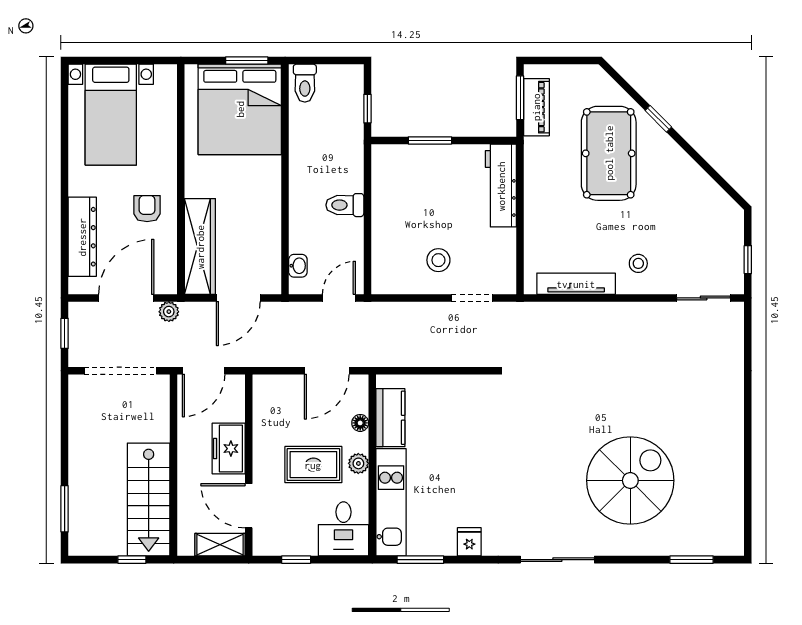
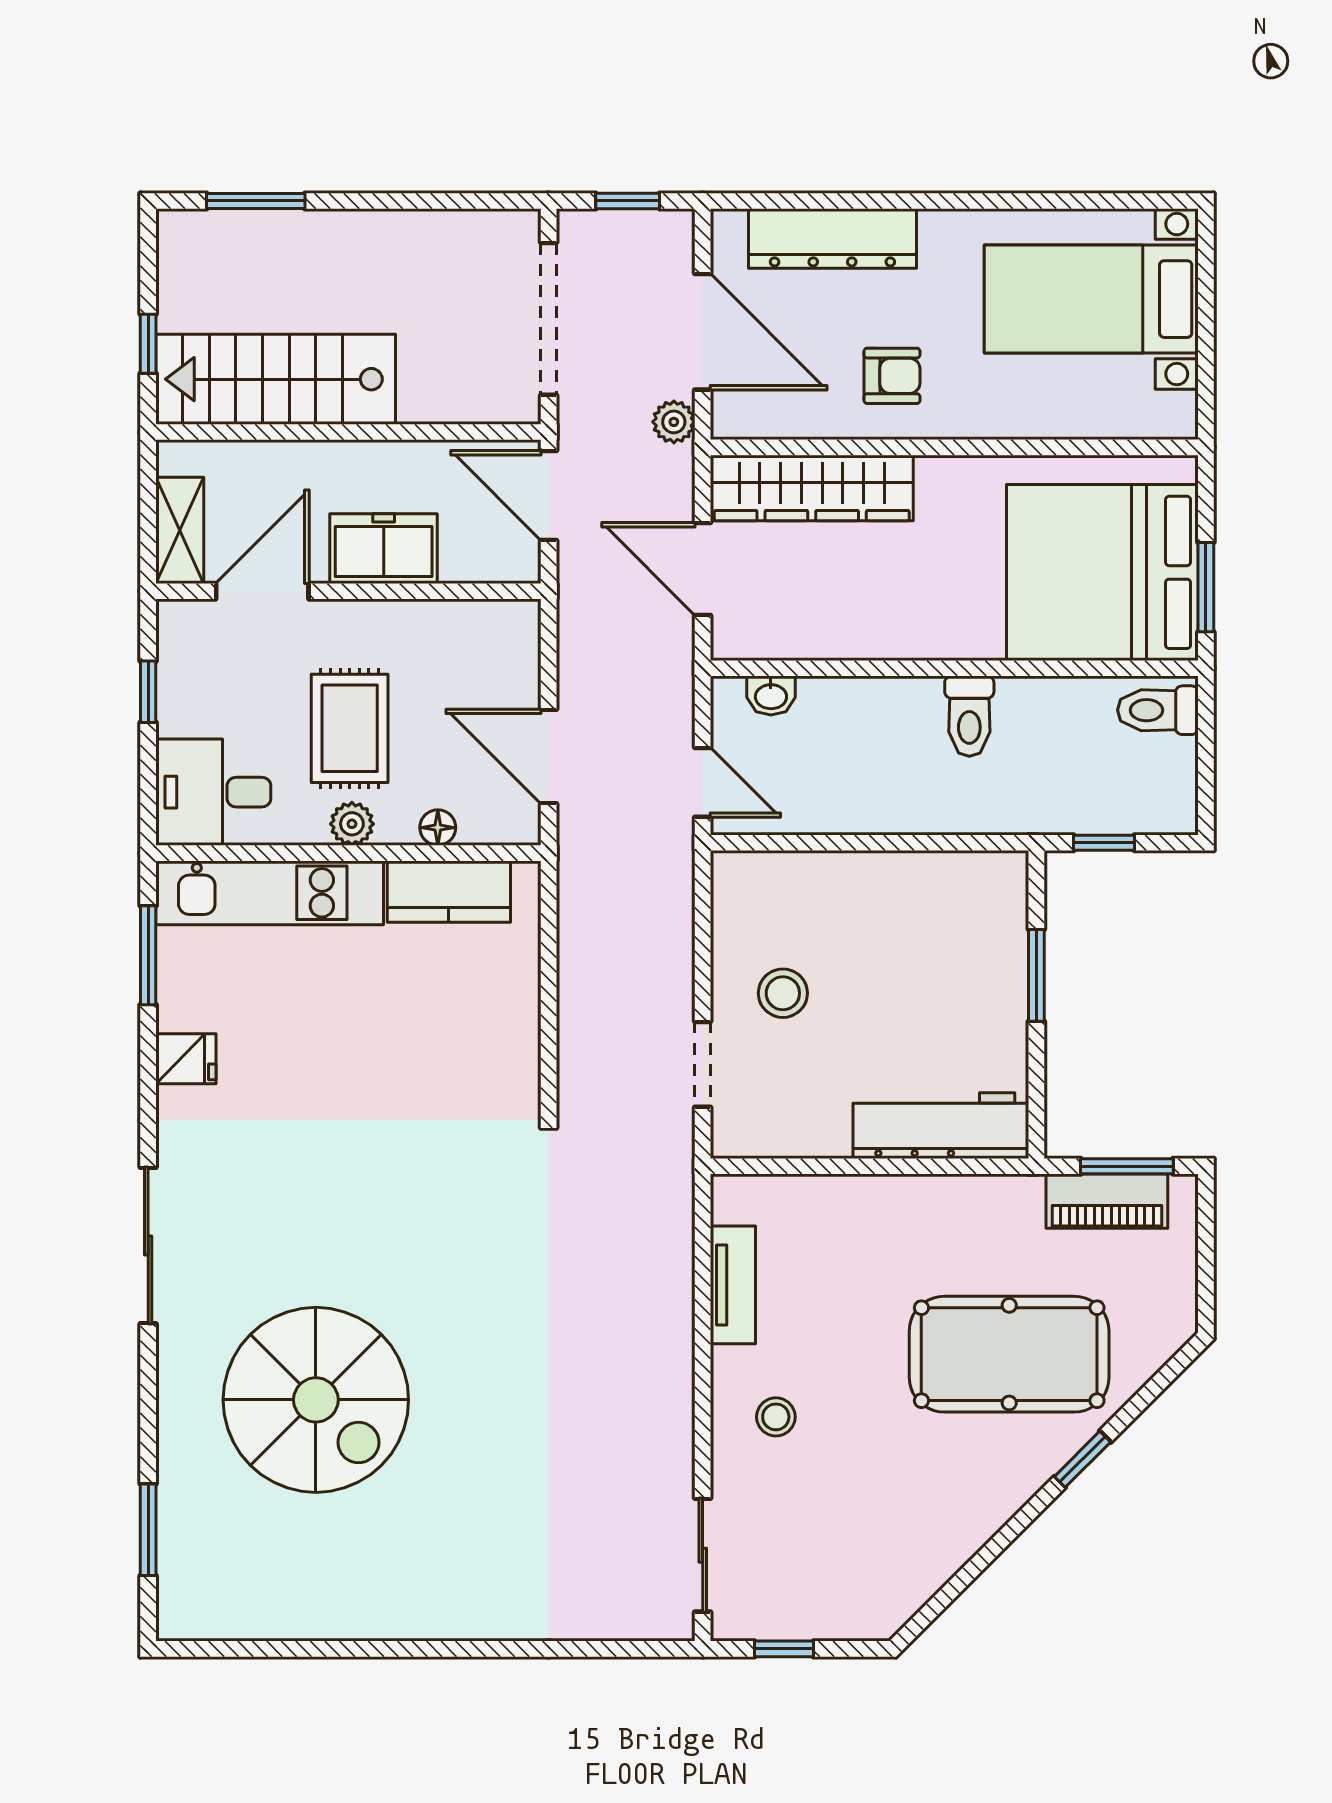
toilet: (345, 205) -> (969, 716), moved, turned 180
tv unit: (576, 284) -> (733, 1285), width x0.71

